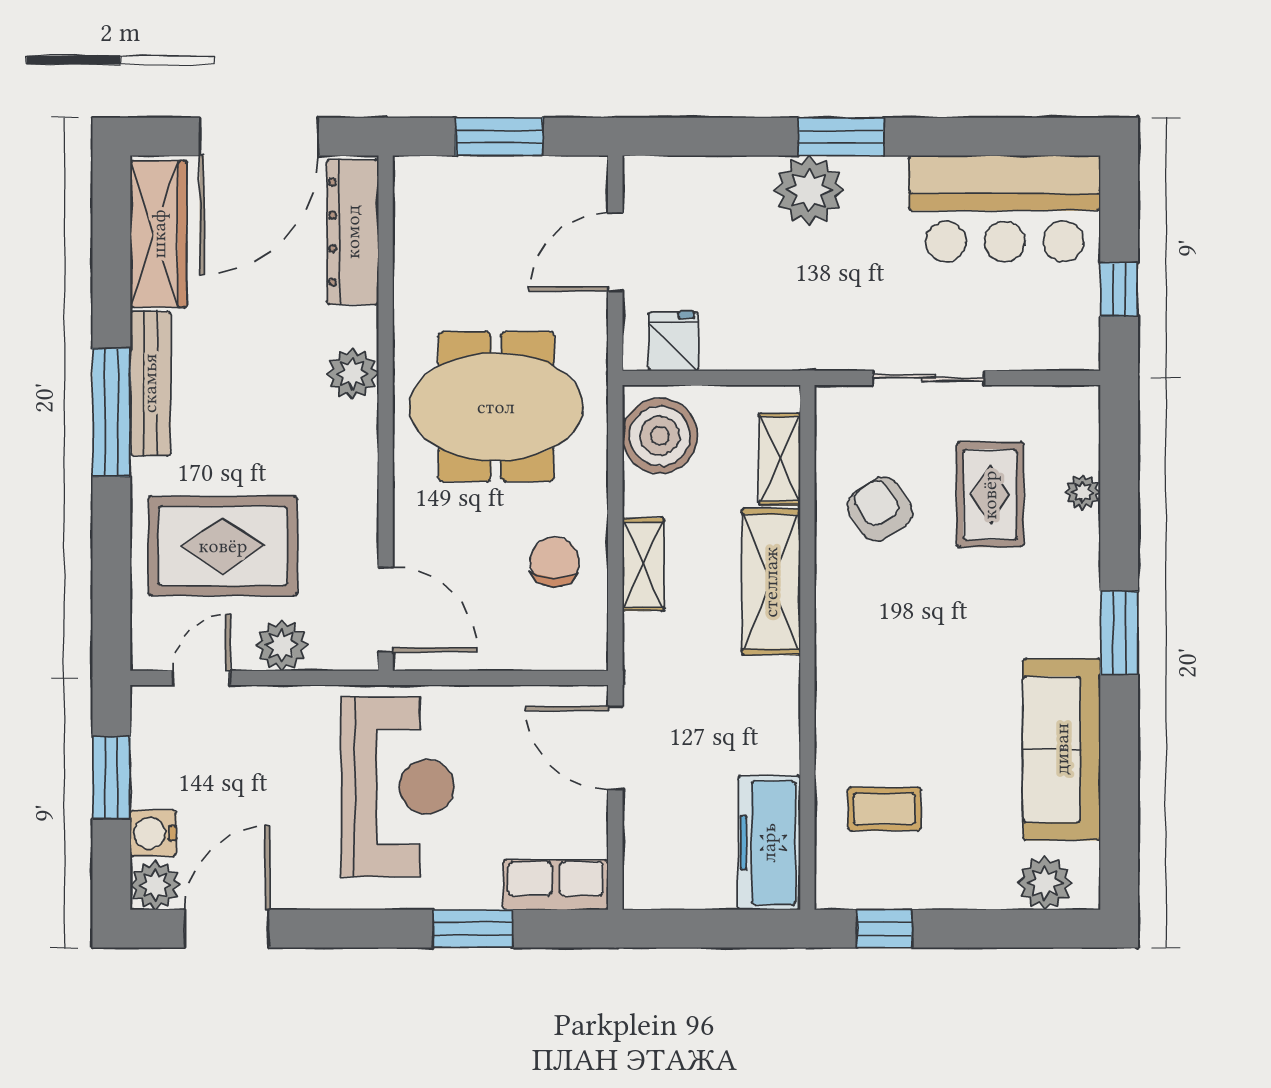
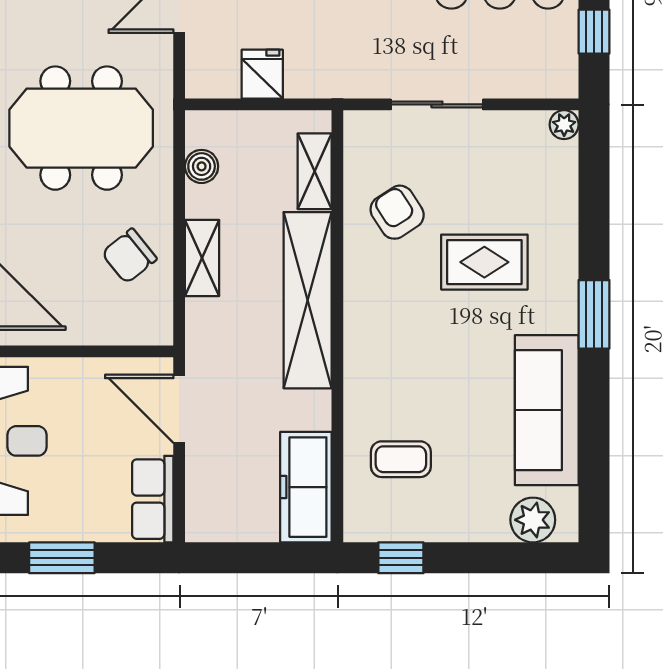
fridge: (673, 341) -> (262, 74), moved
boiler: (660, 436) -> (202, 166), width x0.54, depth x0.54
plant: (1083, 492) -> (564, 125), moved
rug: (990, 495) -> (484, 262), moved, turned 90
chair: (555, 562) -> (129, 256), turned -131
shelving: (771, 582) -> (308, 300), width x1.47
row of seats: (556, 885) -> (153, 499), moved, turned -90

